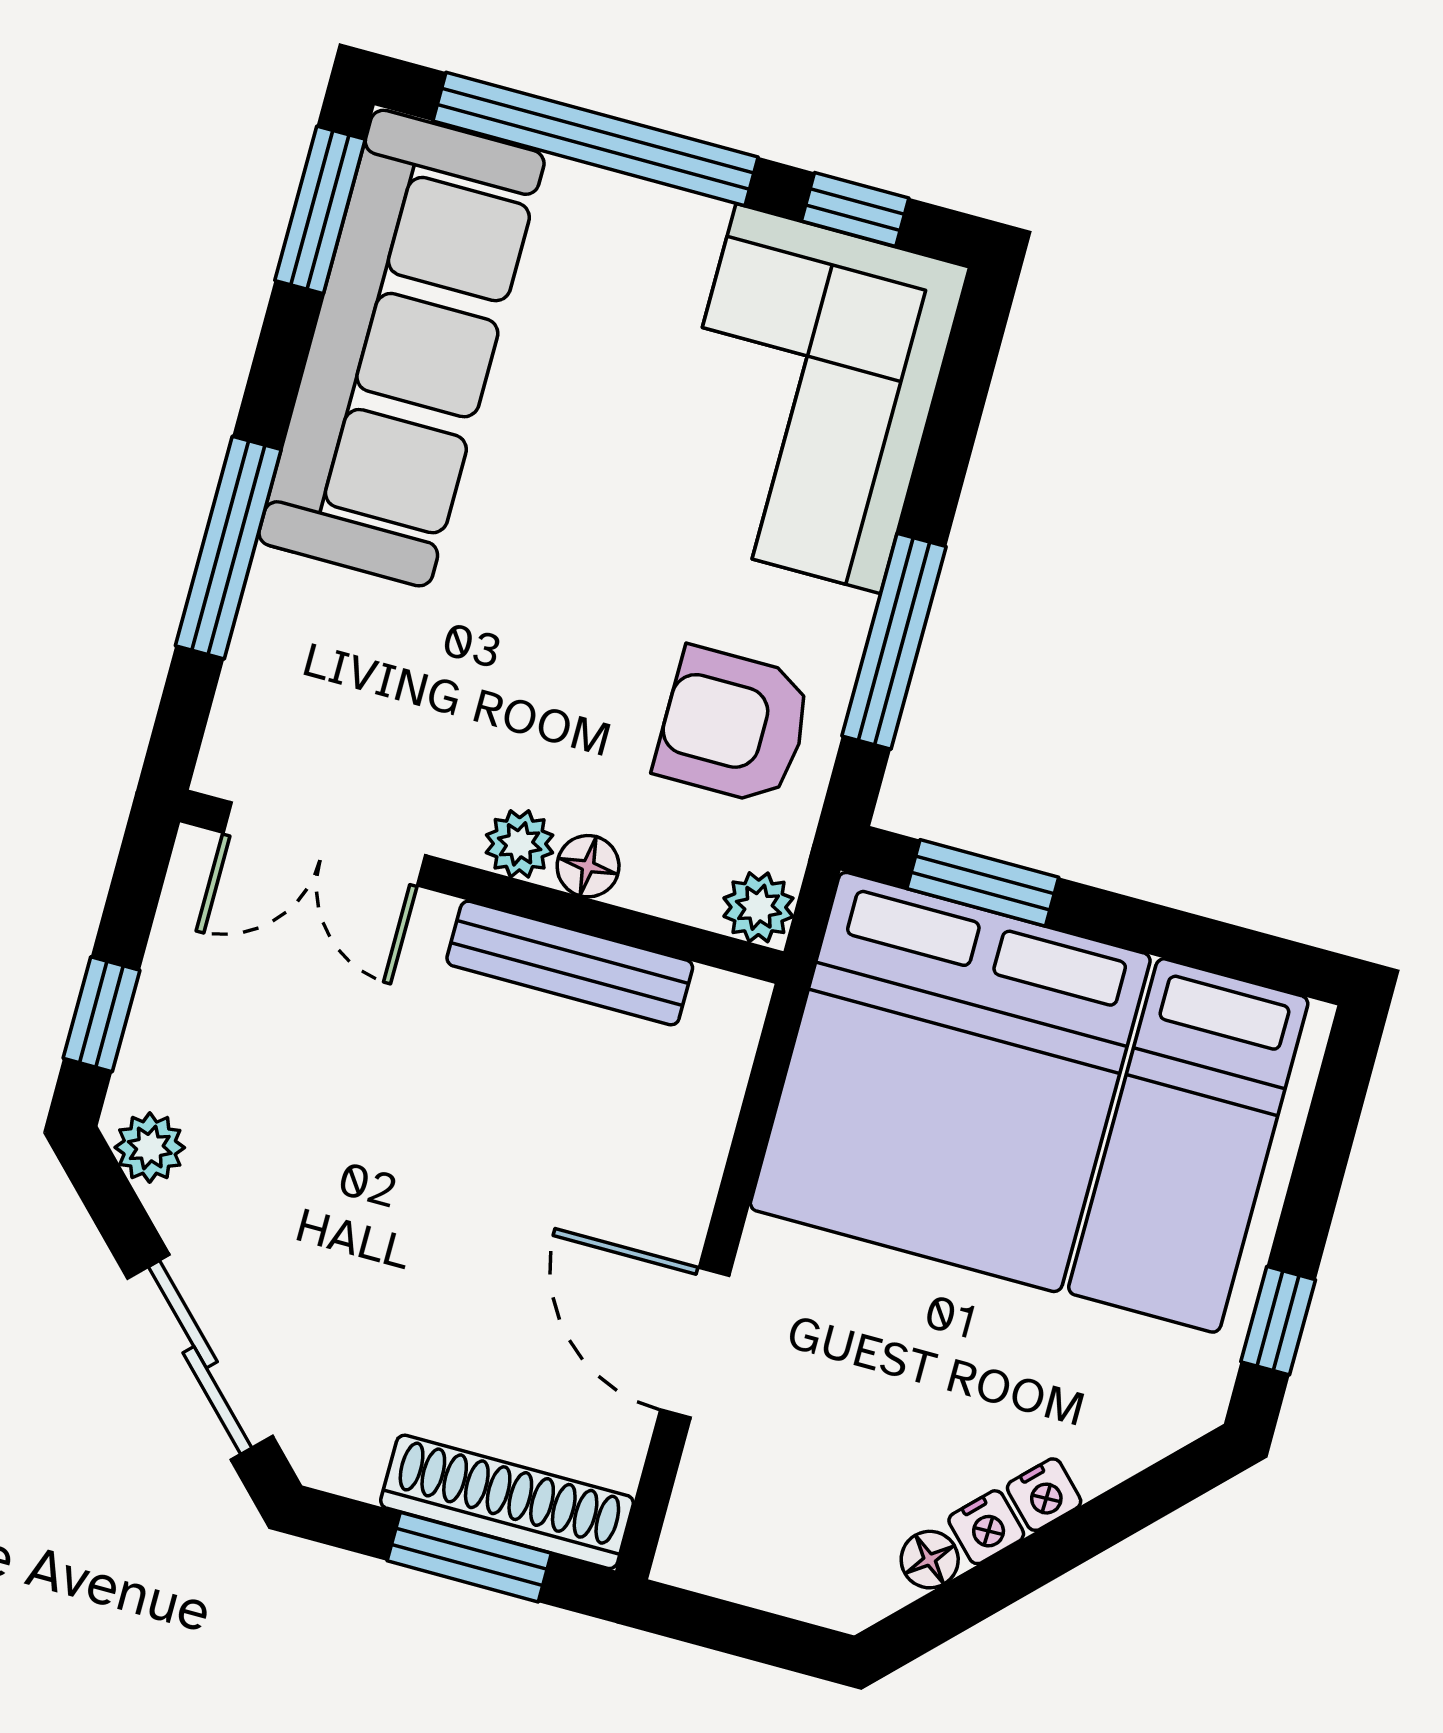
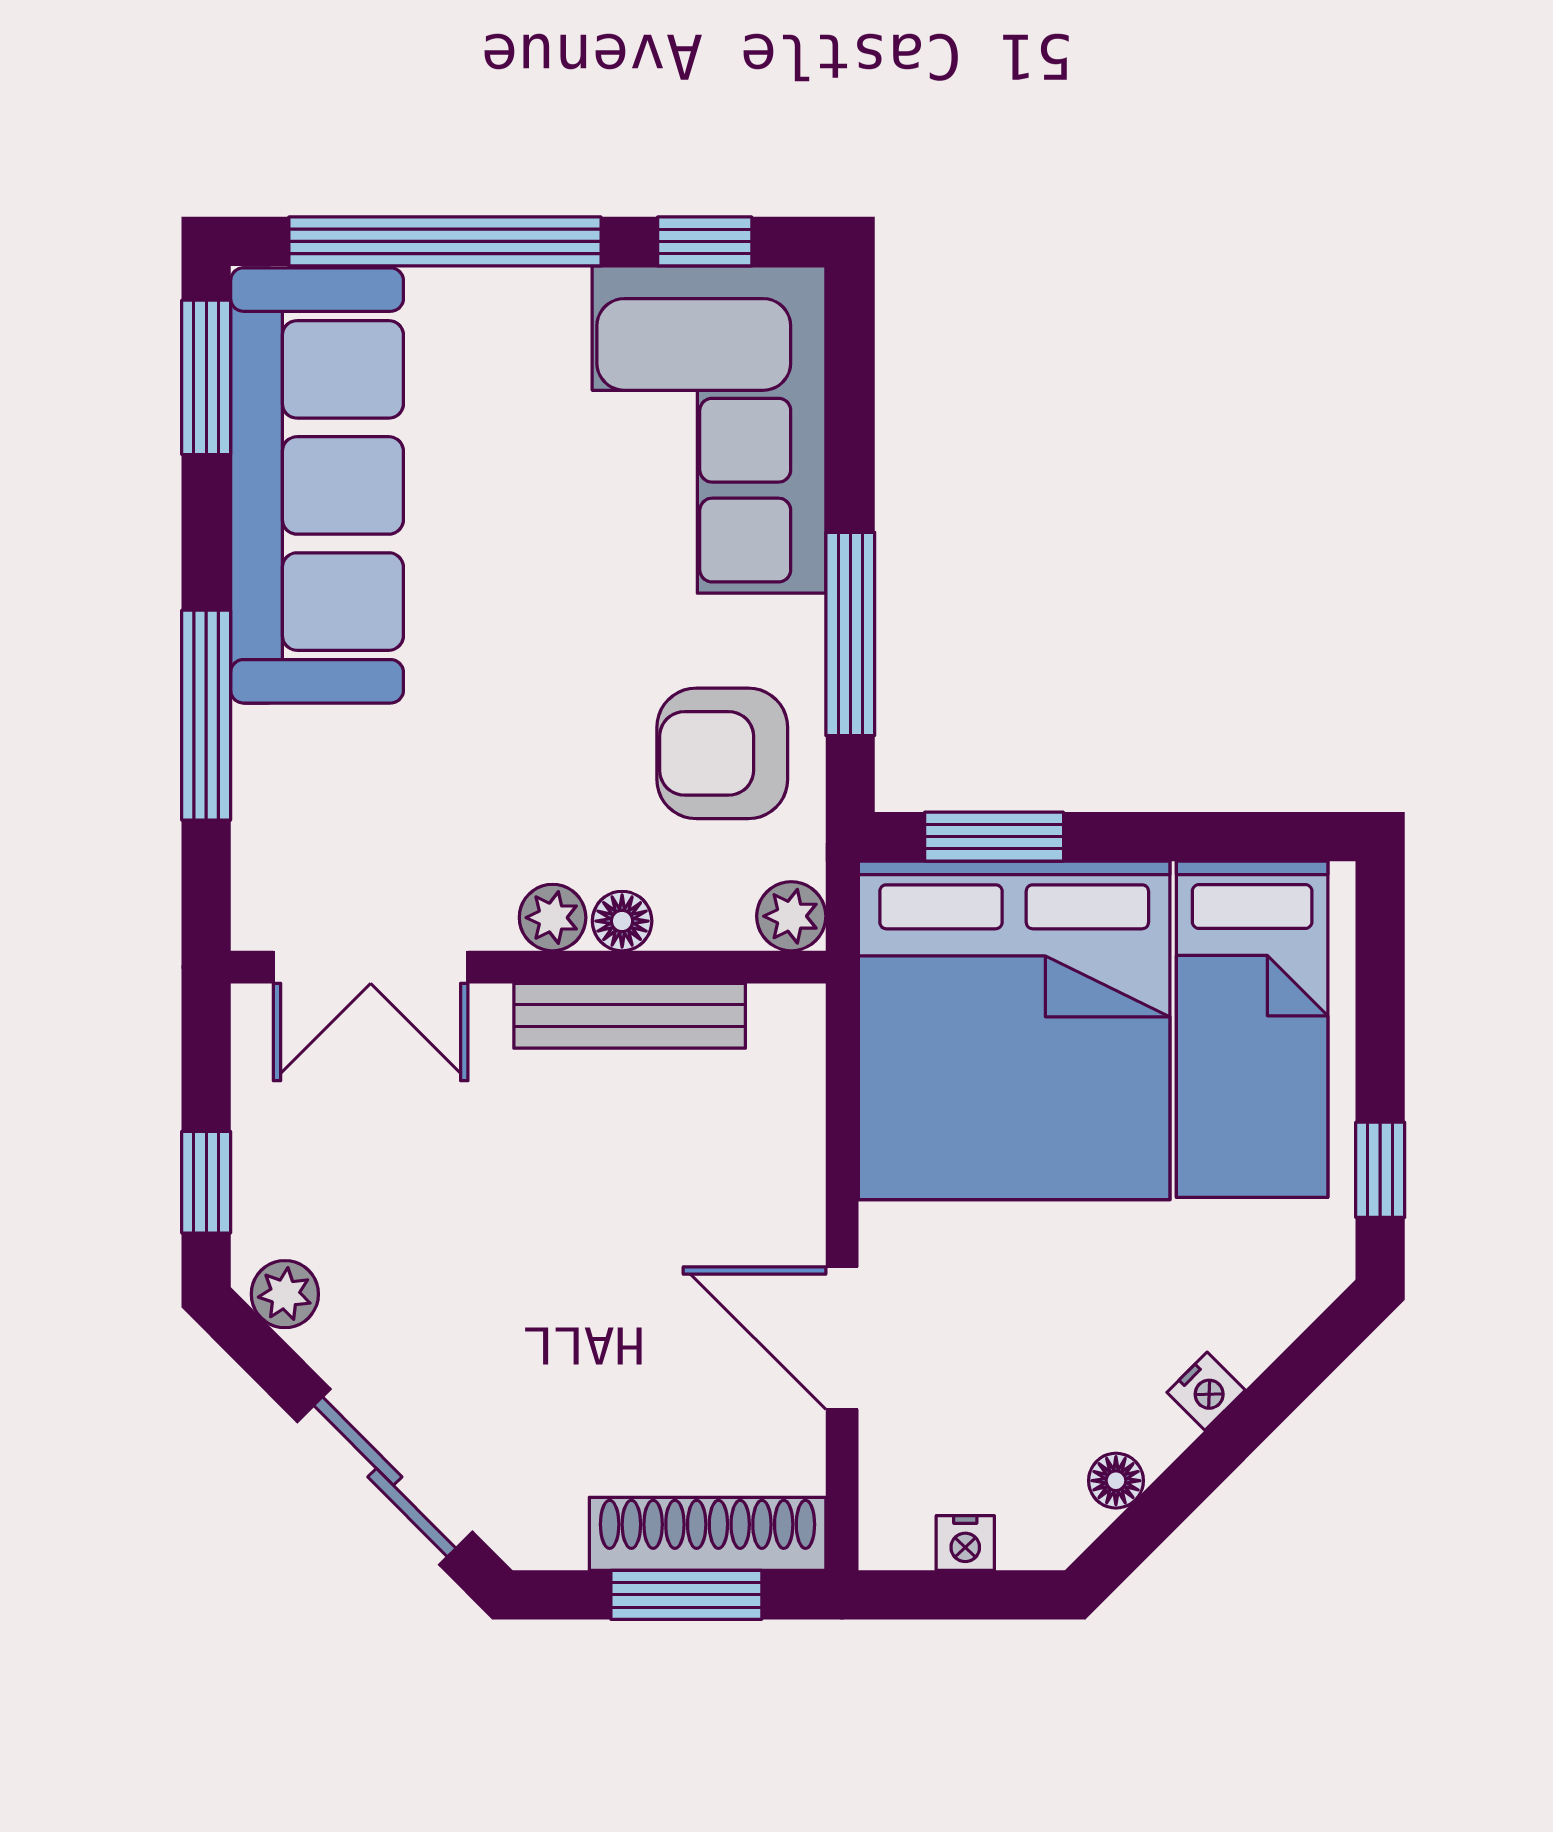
nightstand: (986, 1527) -> (965, 1543), moved, turned 45

